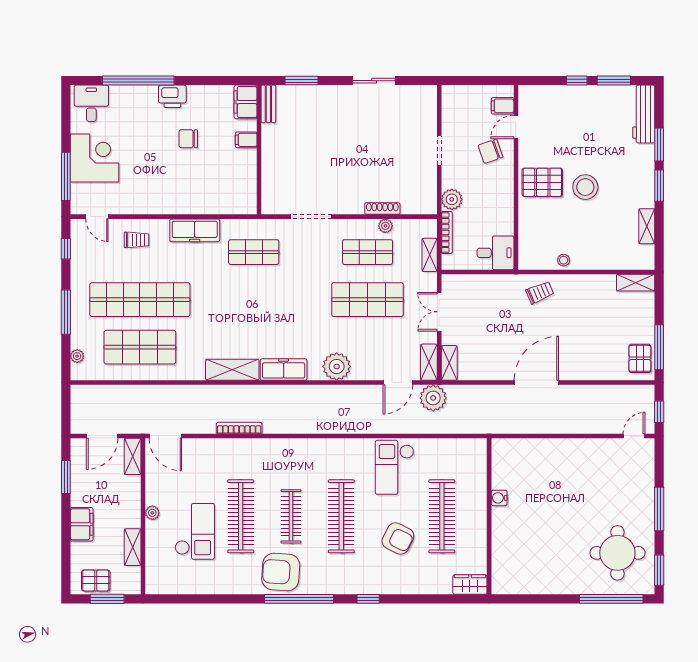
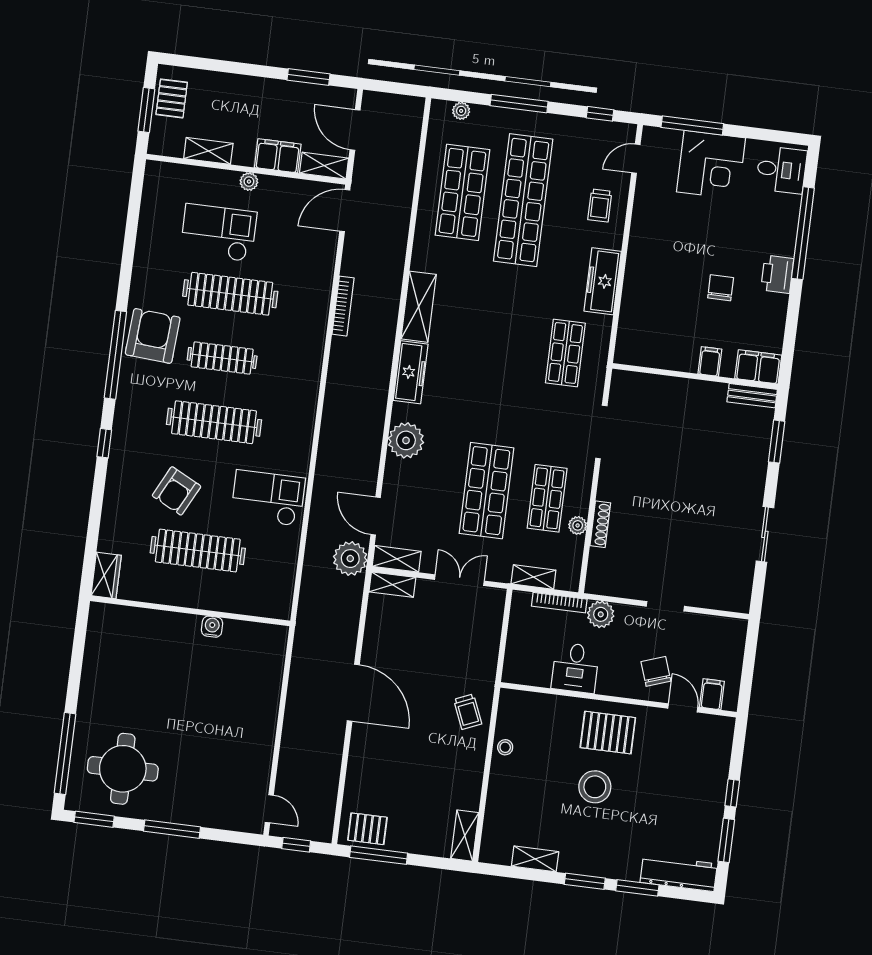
pallet: (542, 182) -> (608, 733), turned 90
desk: (495, 253) -> (575, 668), moved
filing cabinet: (82, 524) -> (278, 156), moved, turned 180
checkout: (195, 531) -> (218, 233), turned 180

